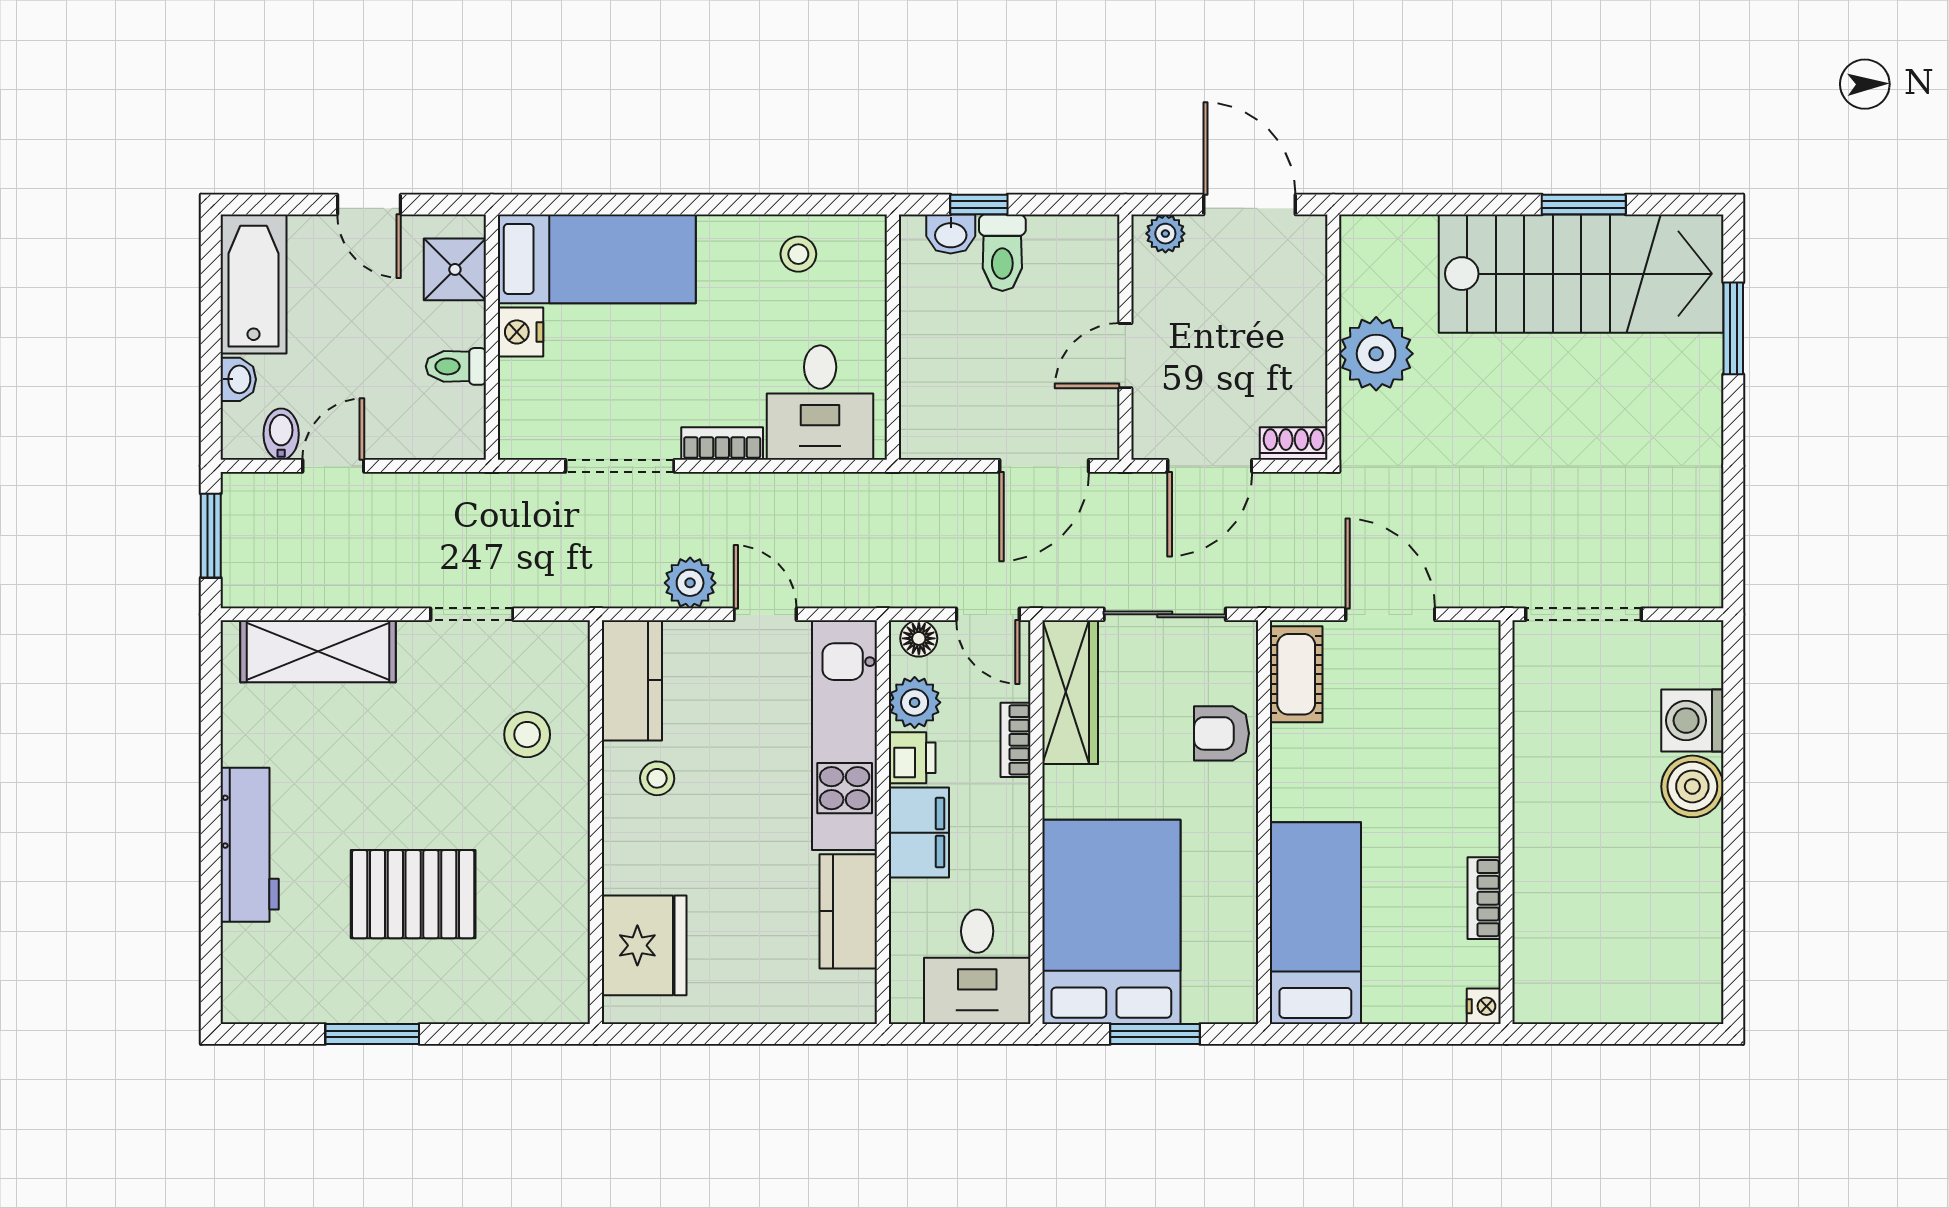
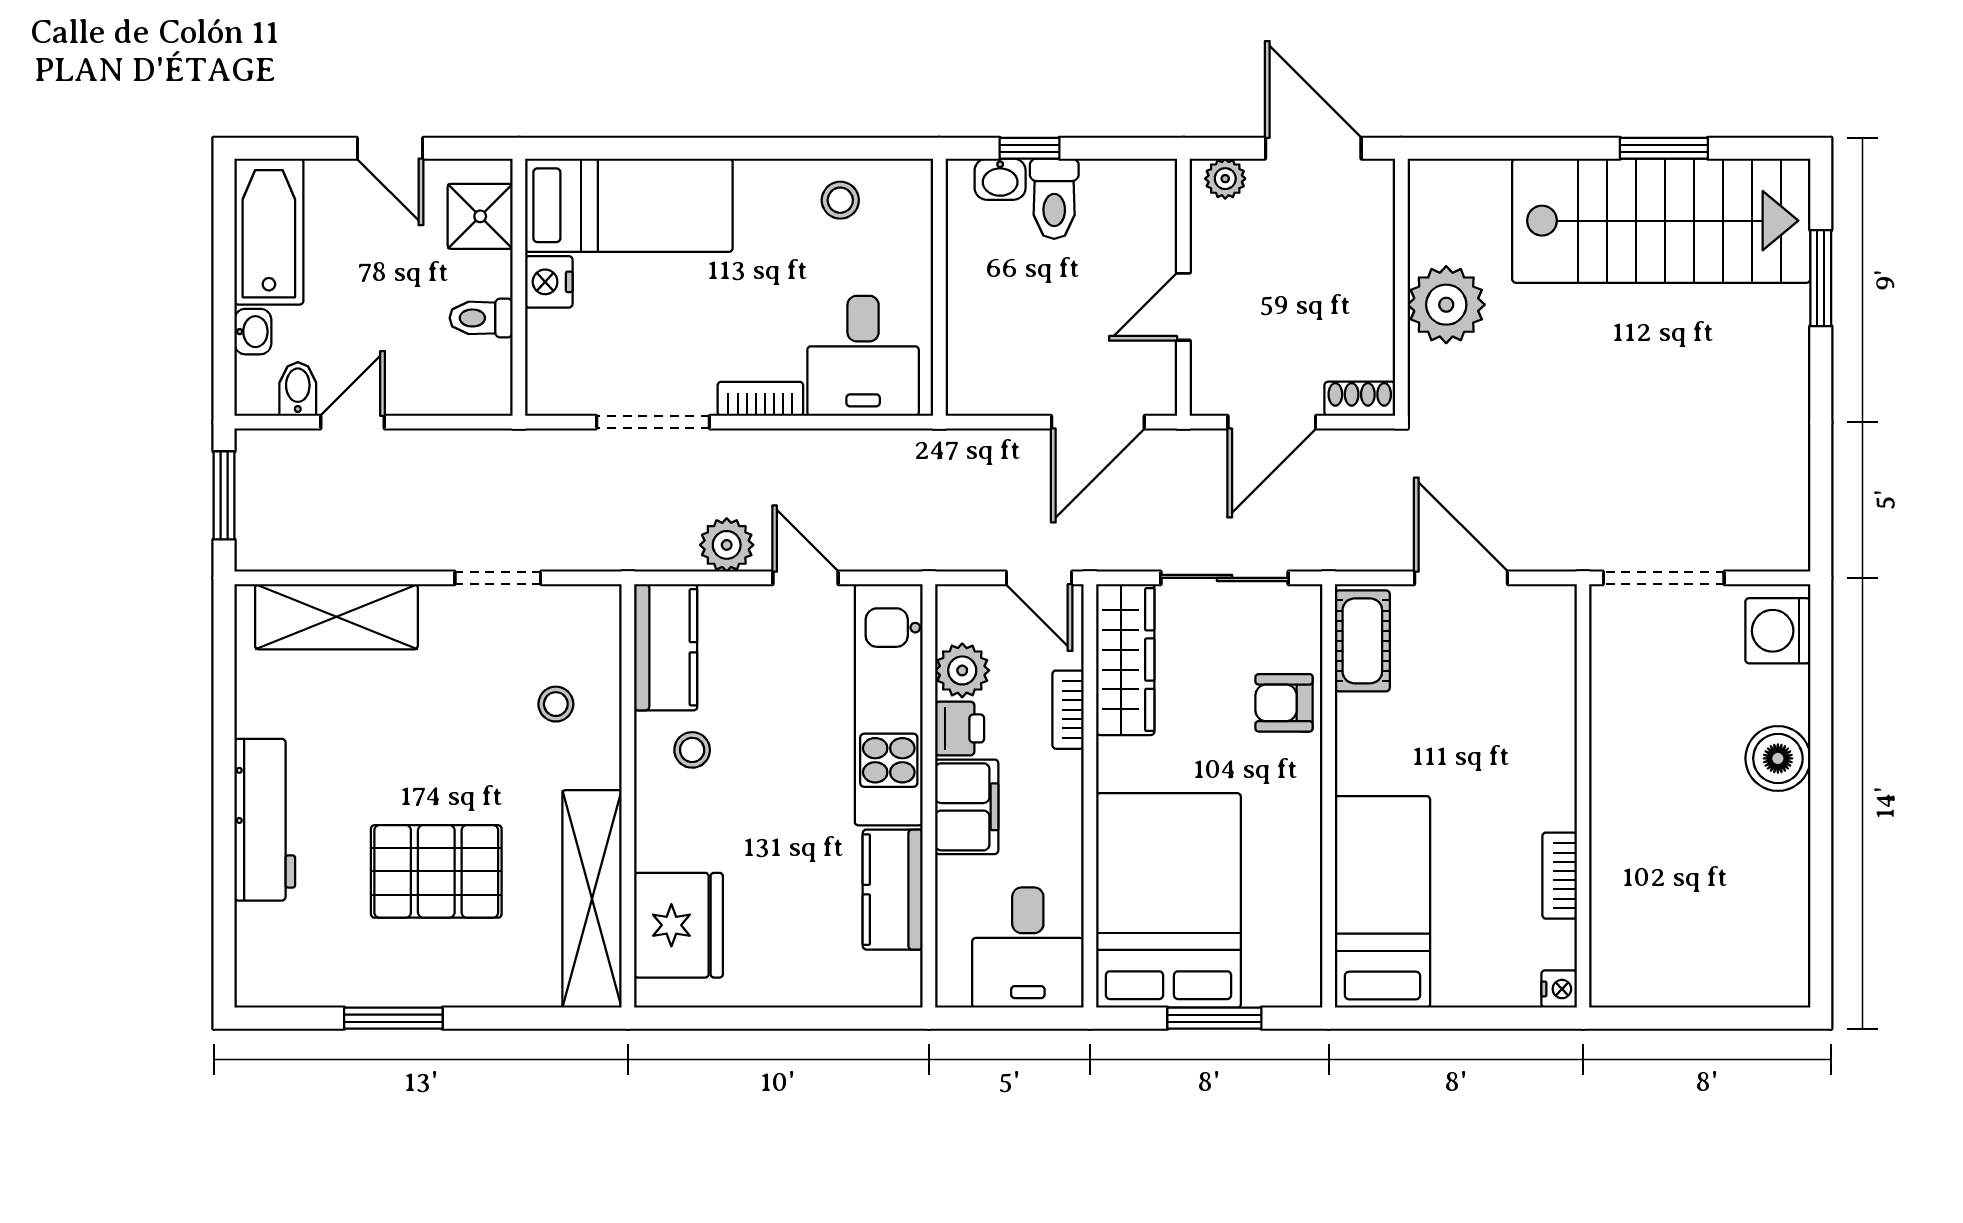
floor lamp: (919, 638) -> (967, 603), removed
washing machine: (1692, 721) -> (1778, 631), moved
stool: (527, 735) -> (556, 704), width x0.73, depth x0.73
shelving: (562, 920) -> (592, 899), added

